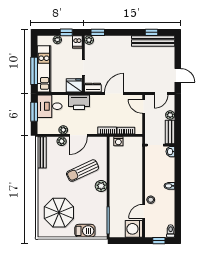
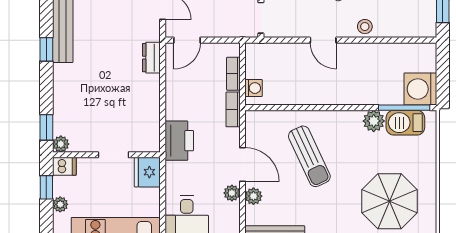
window: (151, 32) -> (46, 49), moved
dresser: (93, 88) -> (151, 58), moved
door: (114, 94) -> (163, 96), removed
printer: (79, 102) -> (179, 141), moved
plant: (101, 186) -> (374, 121), moved
door: (144, 211) -> (323, 40), moved
washing machine: (134, 229) -> (420, 89), moved, turned 90
barbecue: (85, 231) -> (405, 123), moved, turned -90

